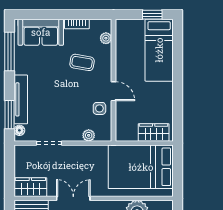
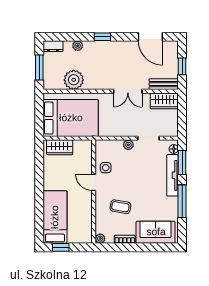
plant: (106, 38) -> (100, 239), moved
window: (10, 52) -> (182, 201), moved
plant: (89, 135) -> (128, 145), moved

